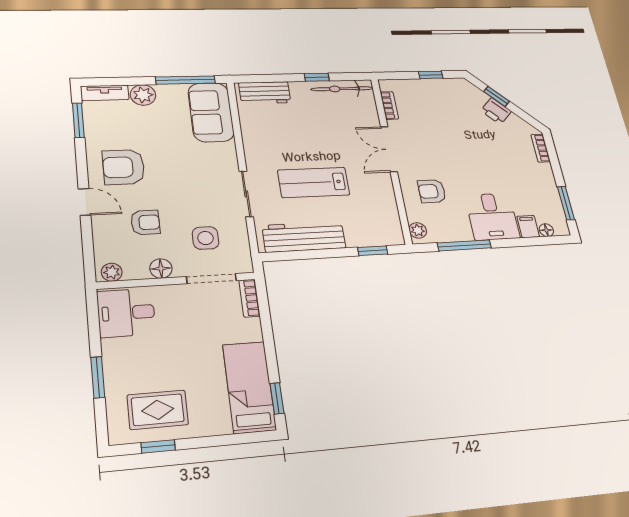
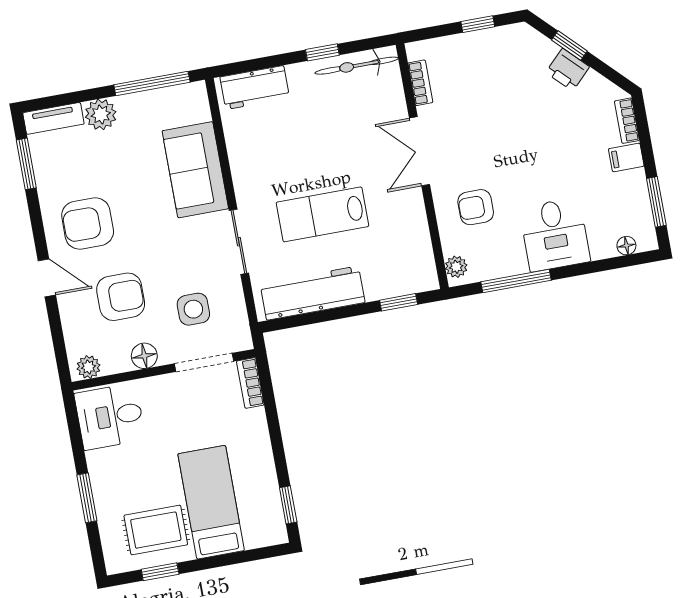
sofa: (211, 112) -> (195, 170), moved
armchair: (145, 222) -> (121, 297), width x1.38, depth x1.38
filing cabinet: (528, 227) -> (626, 157), moved, turned -90
bed: (249, 387) -> (211, 502), moved

